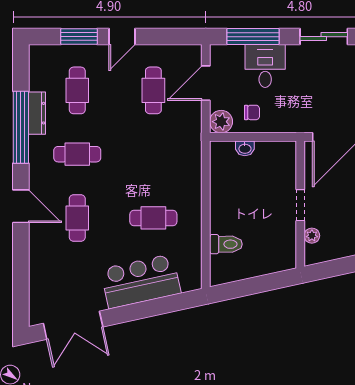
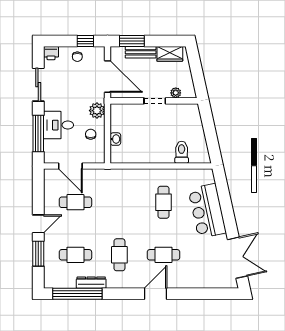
door: (122, 37) -> (38, 224), hinge flipped
plant: (221, 122) -> (97, 111), moved
window: (21, 127) -> (77, 294), moved

